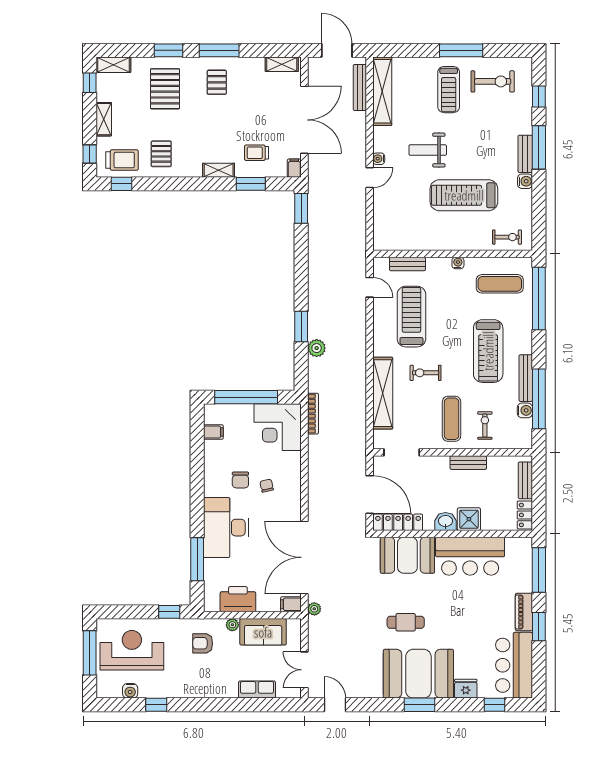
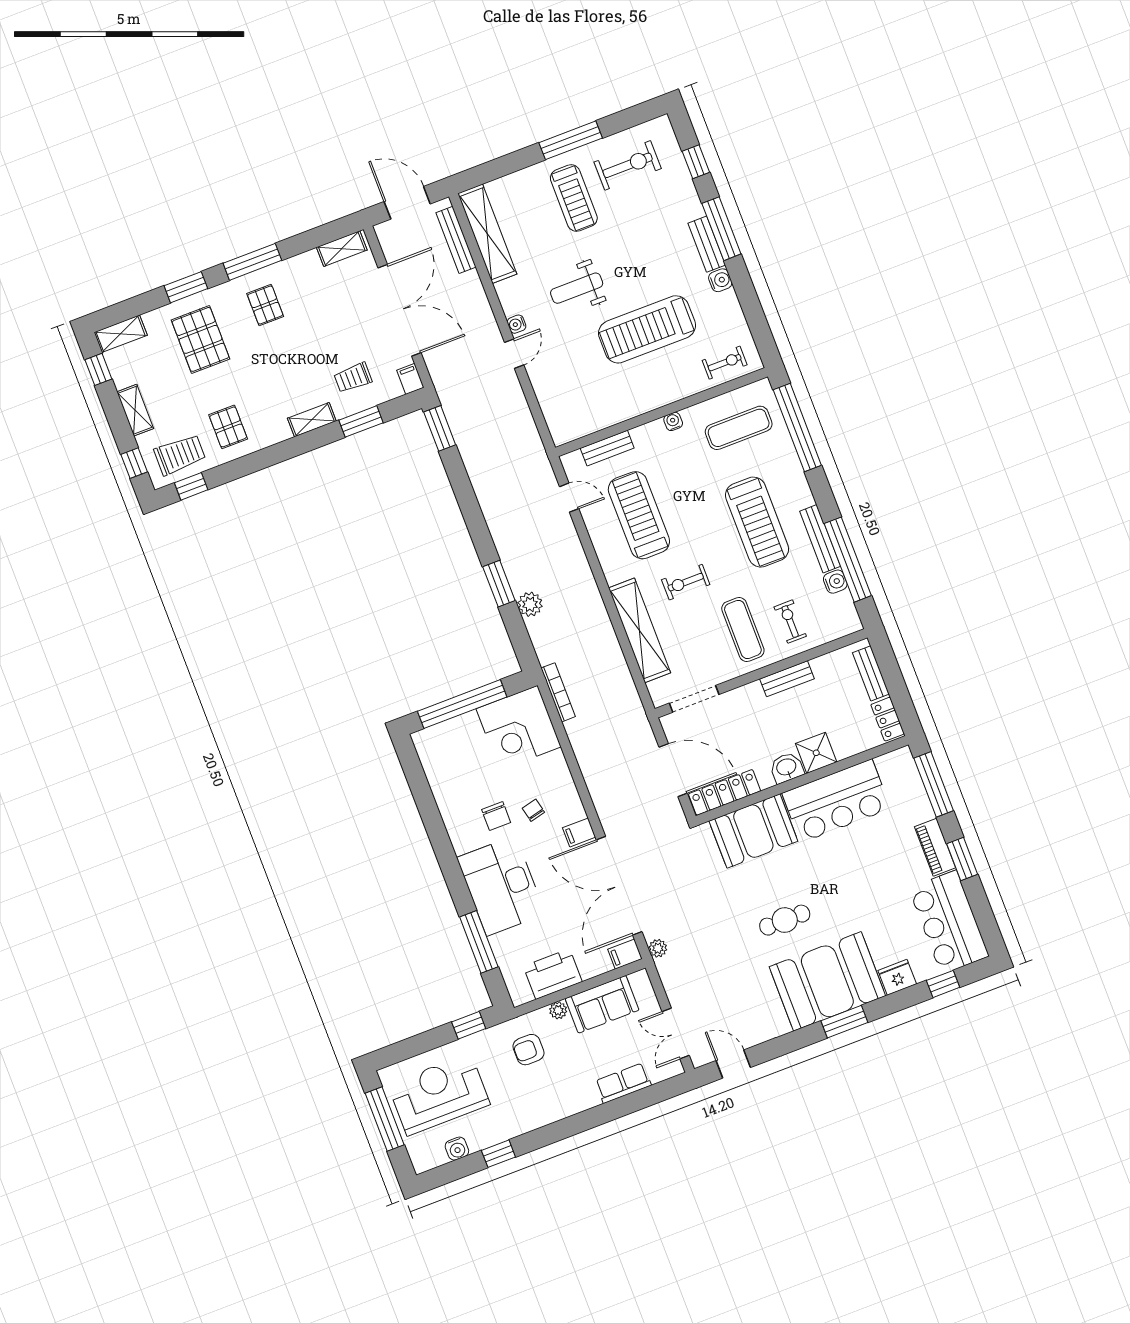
filing cabinet: (213, 432) -> (579, 832), moved, turned 180

